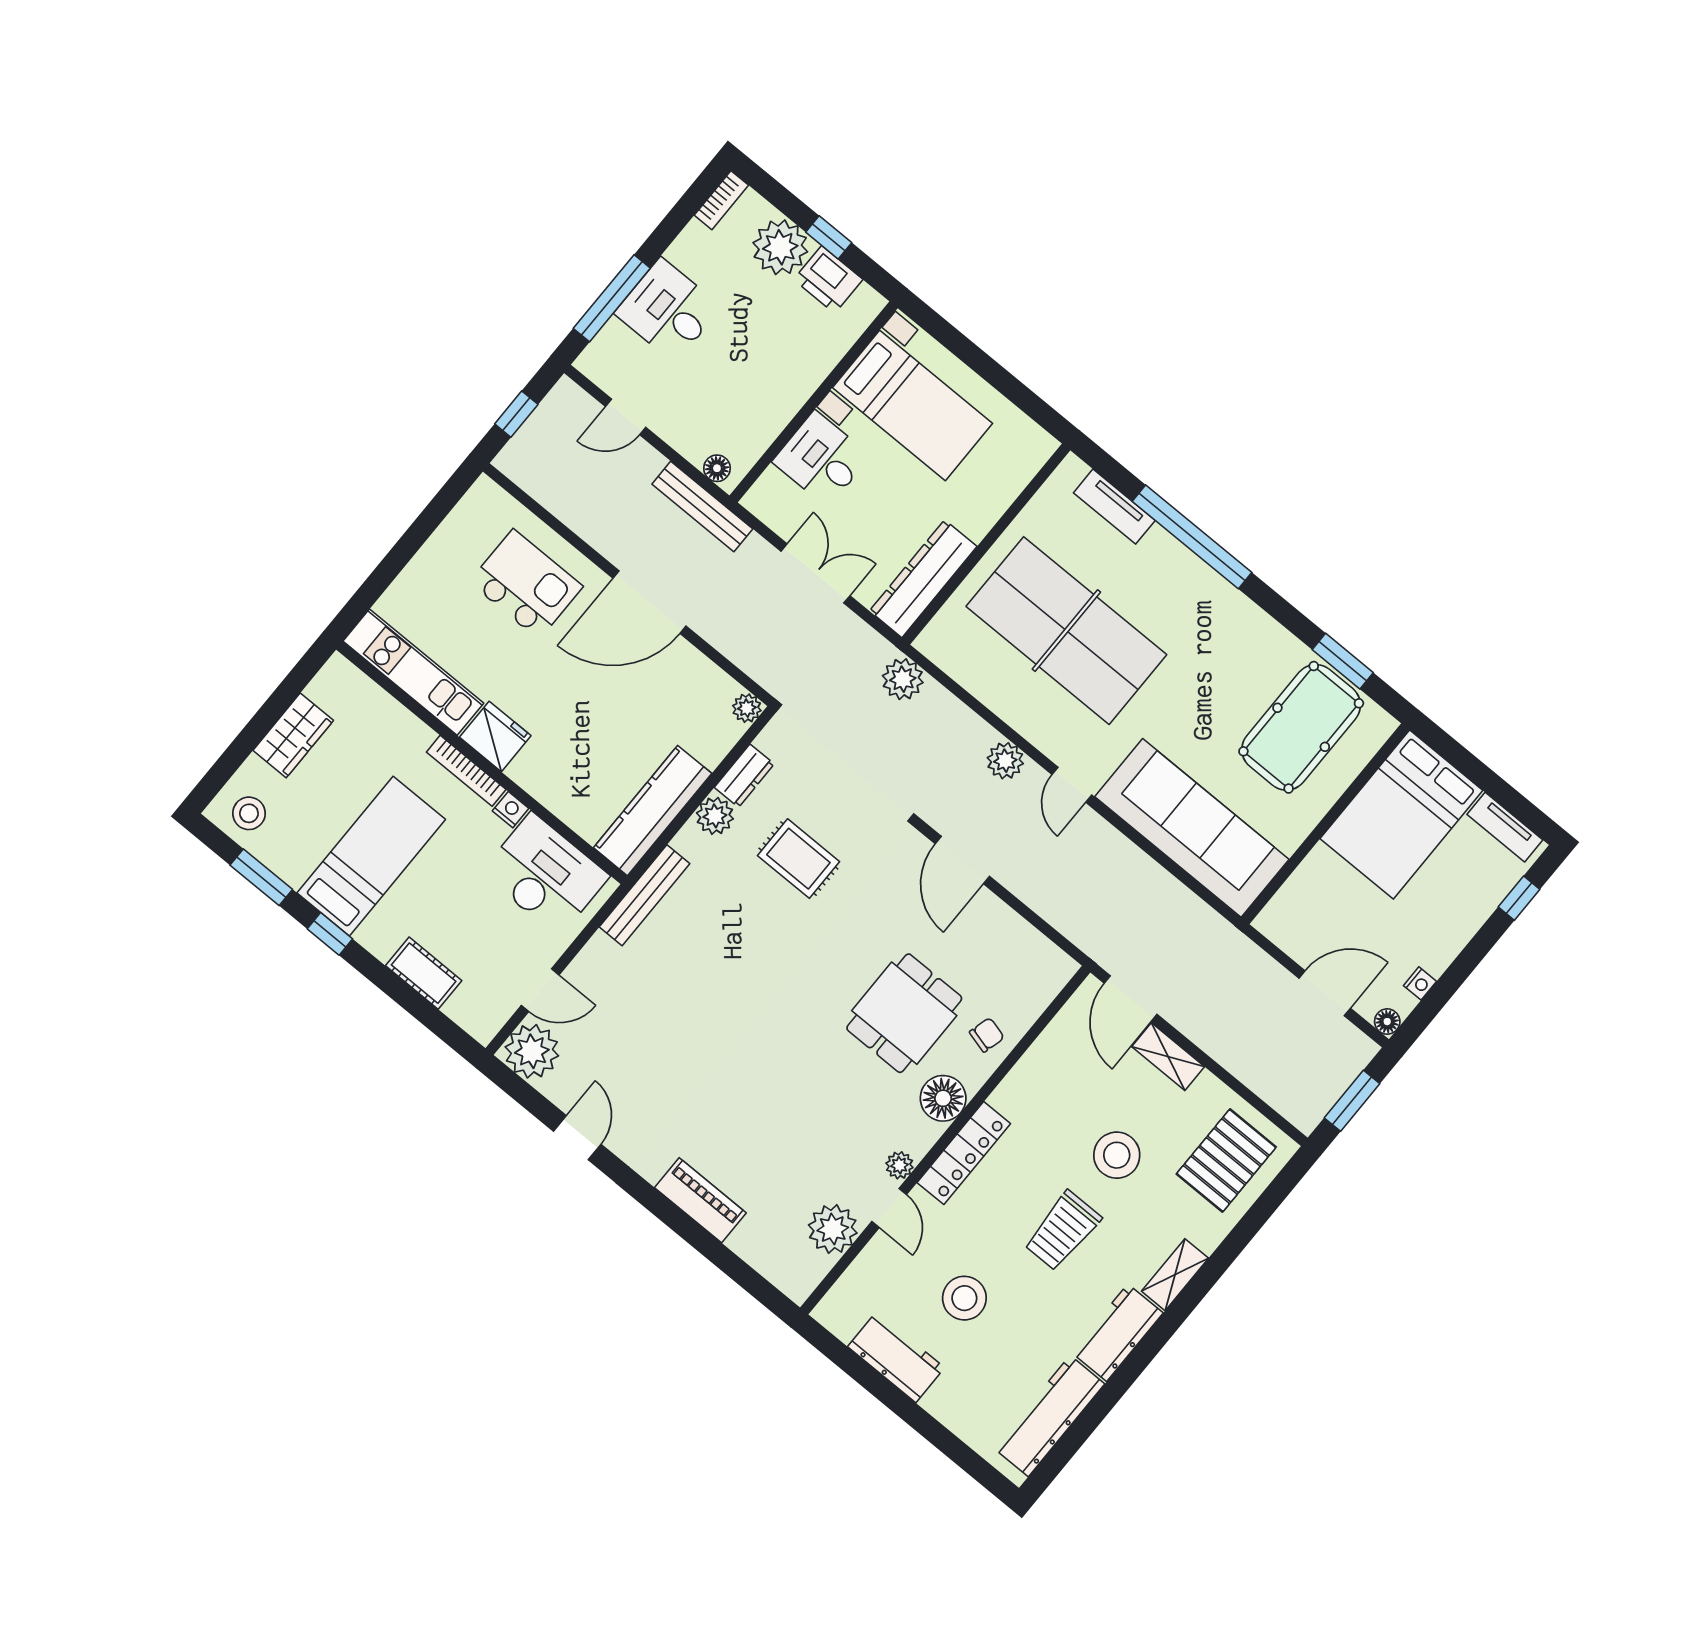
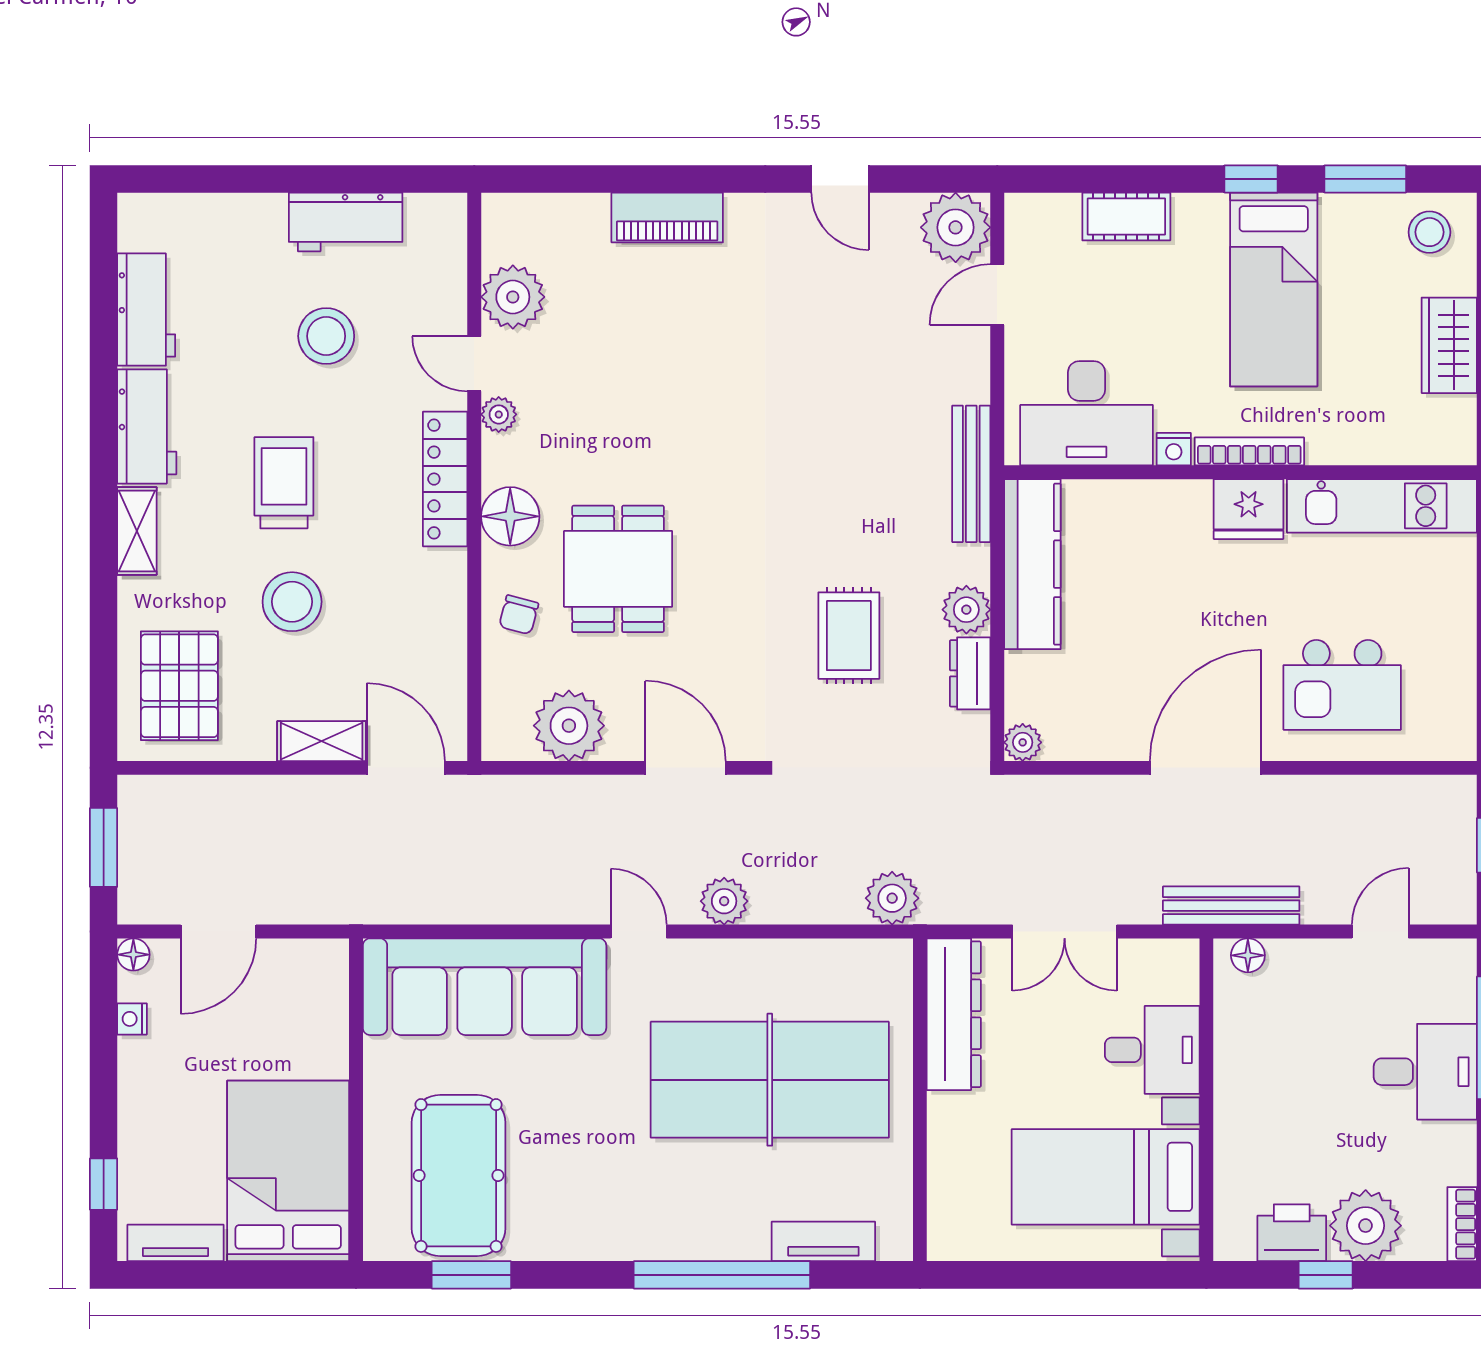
rug: (798, 859) -> (849, 636), turned 90
plant: (1012, 943) -> (569, 726), added
workbench: (1049, 1416) -> (146, 310), width x0.73

